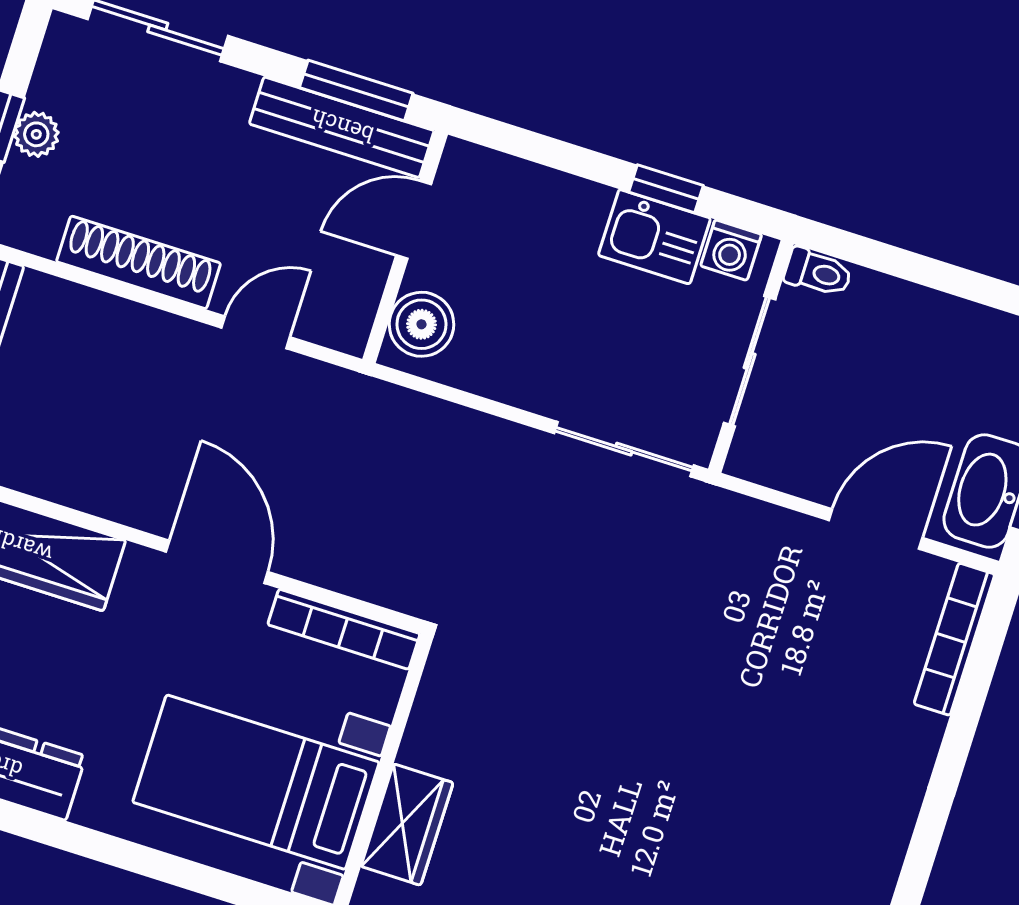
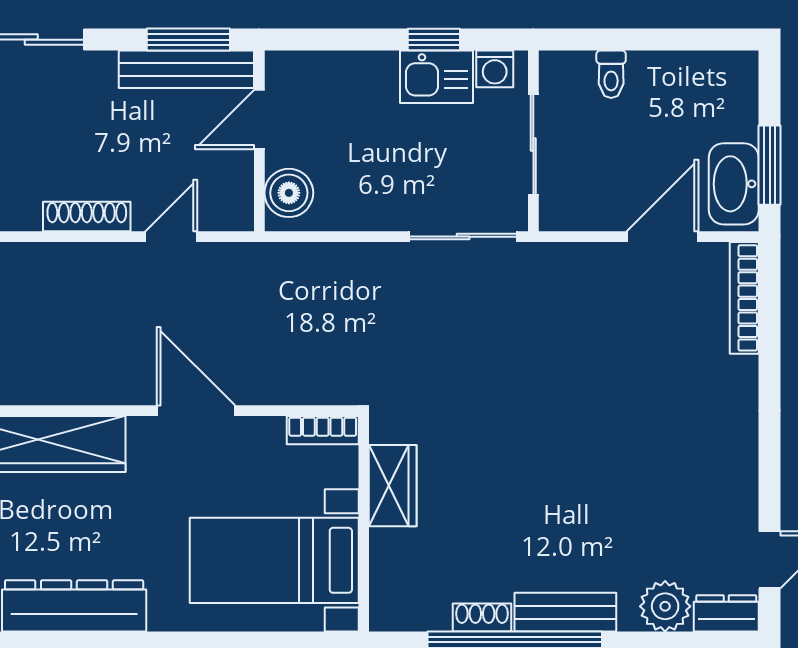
shoe rack: (139, 262) -> (87, 217), width x0.74, depth x0.81
toilet: (818, 272) -> (611, 74), moved, turned 90
bookcase: (344, 629) -> (323, 430), width x0.64
wardrobe: (407, 825) -> (393, 486), moved

